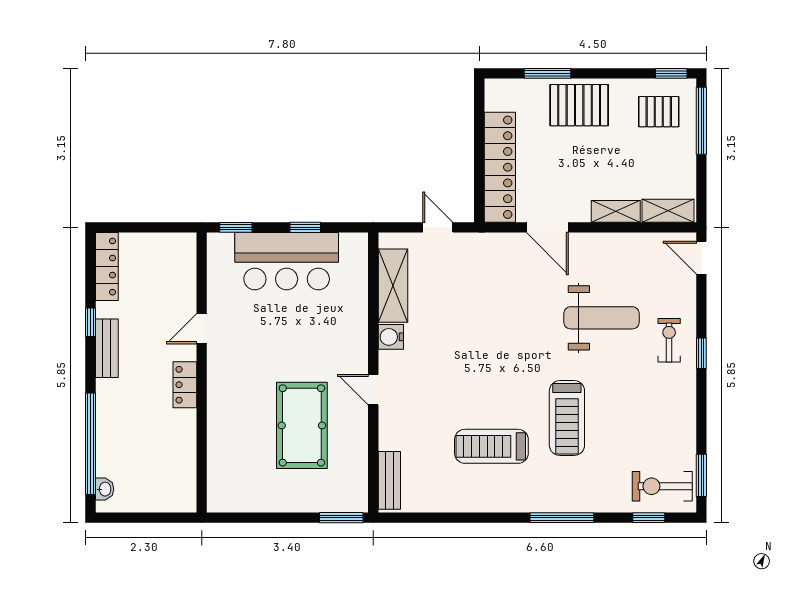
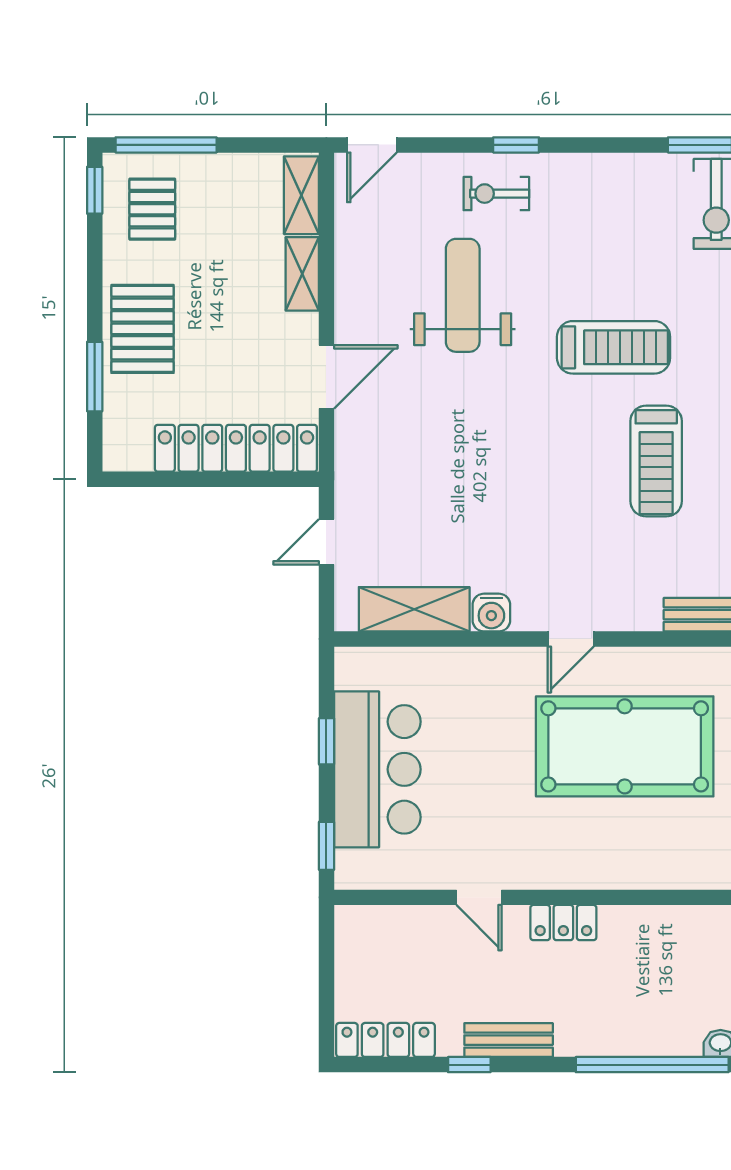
pool table: (302, 425) -> (625, 746), width x1.36, depth x1.32

